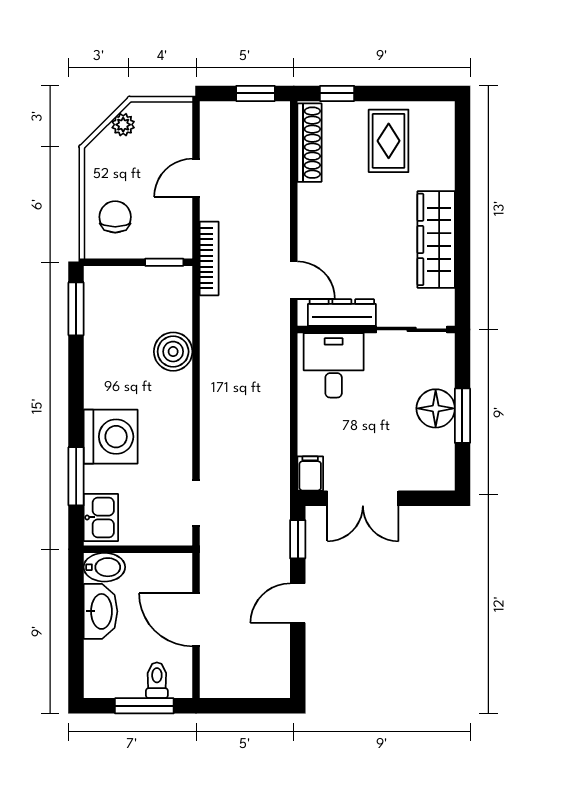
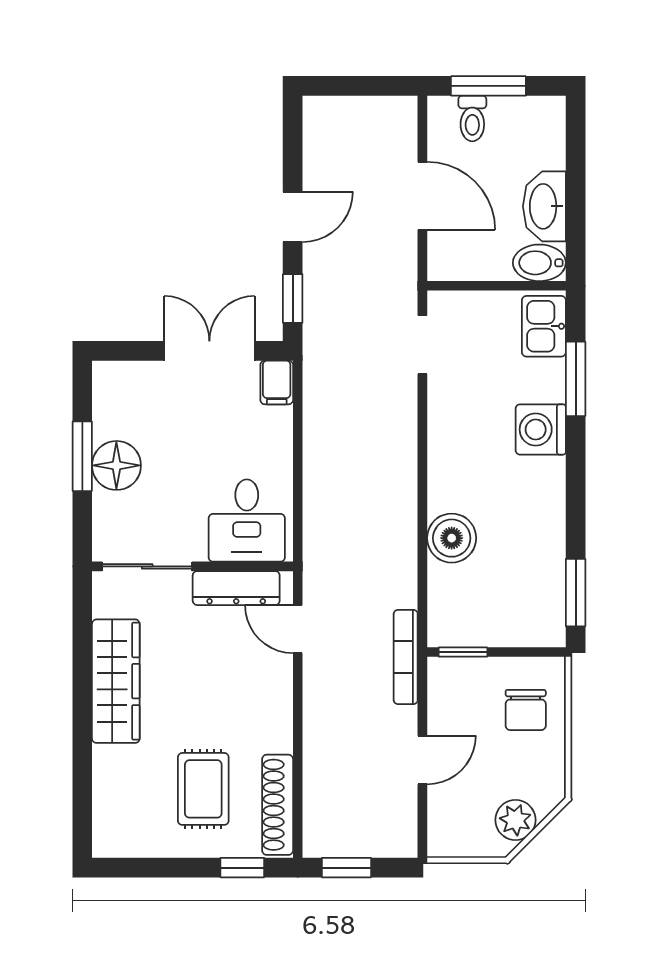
plant: (123, 125) -> (515, 820), width x1.38, depth x1.38
rug: (389, 141) -> (203, 789), moved
washing machine: (111, 437) -> (541, 429), width x0.73, depth x0.73

